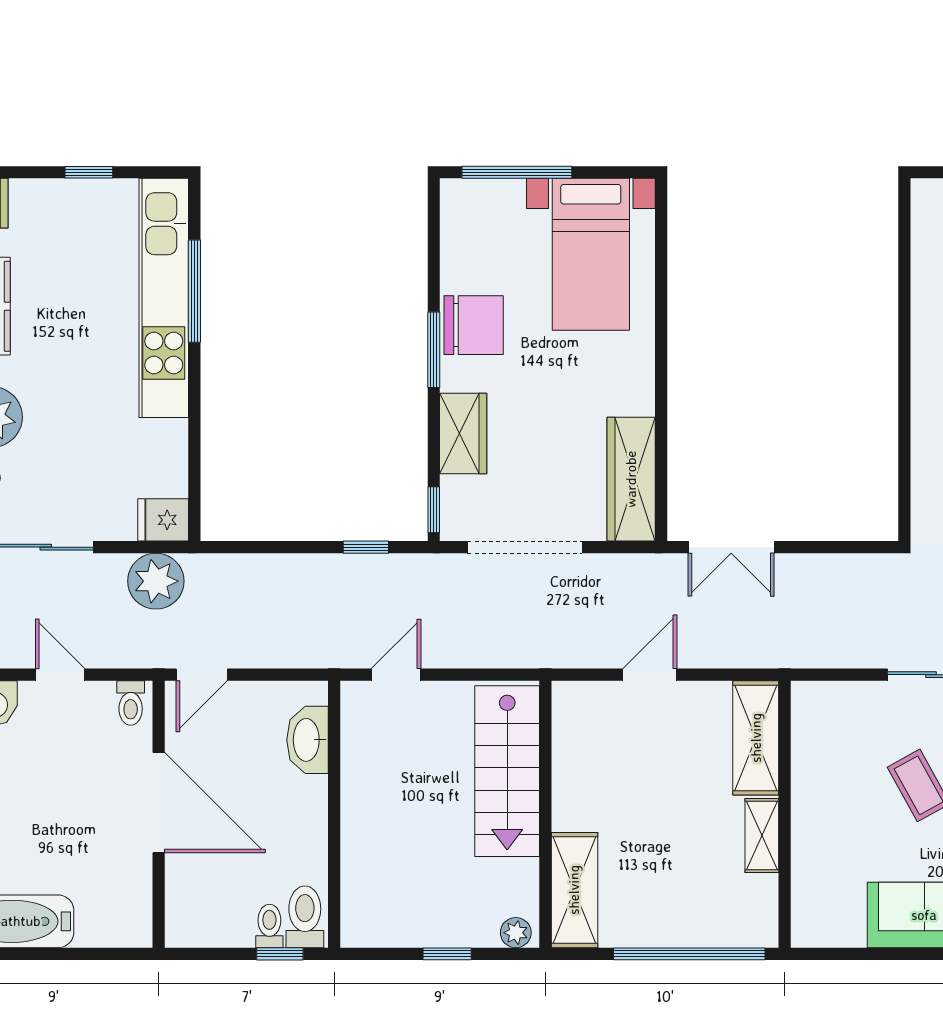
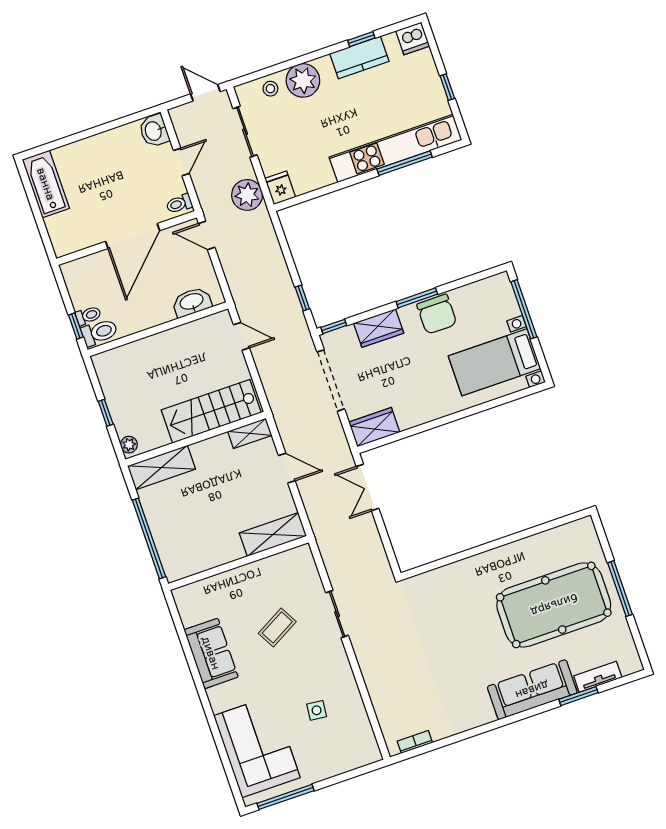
wardrobe: (631, 479) -> (374, 427), width x0.67
shelving: (762, 836) -> (250, 433), moved

